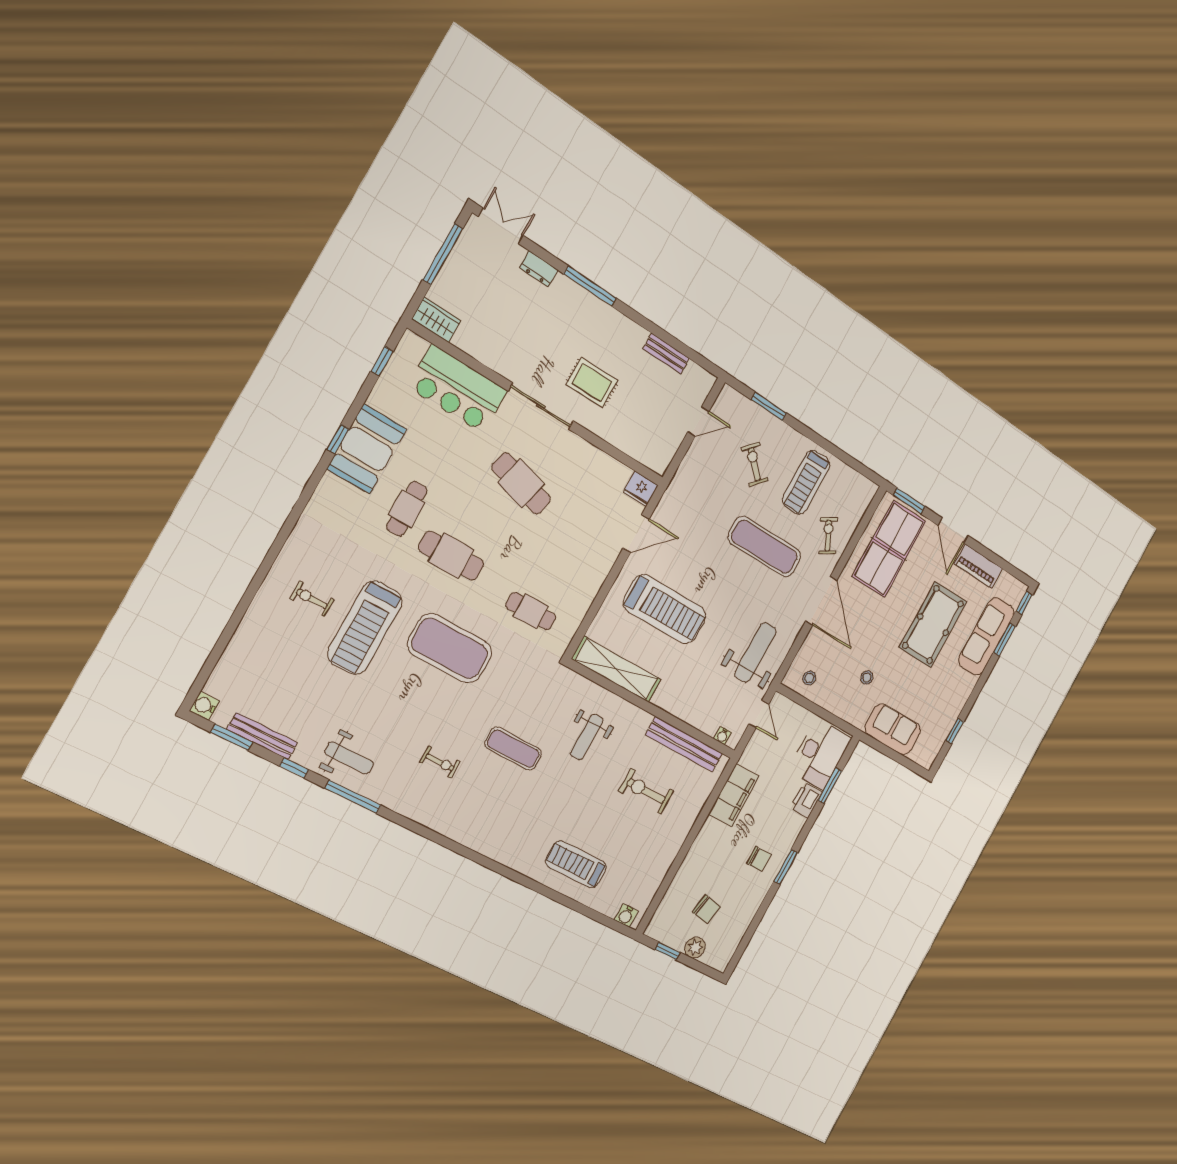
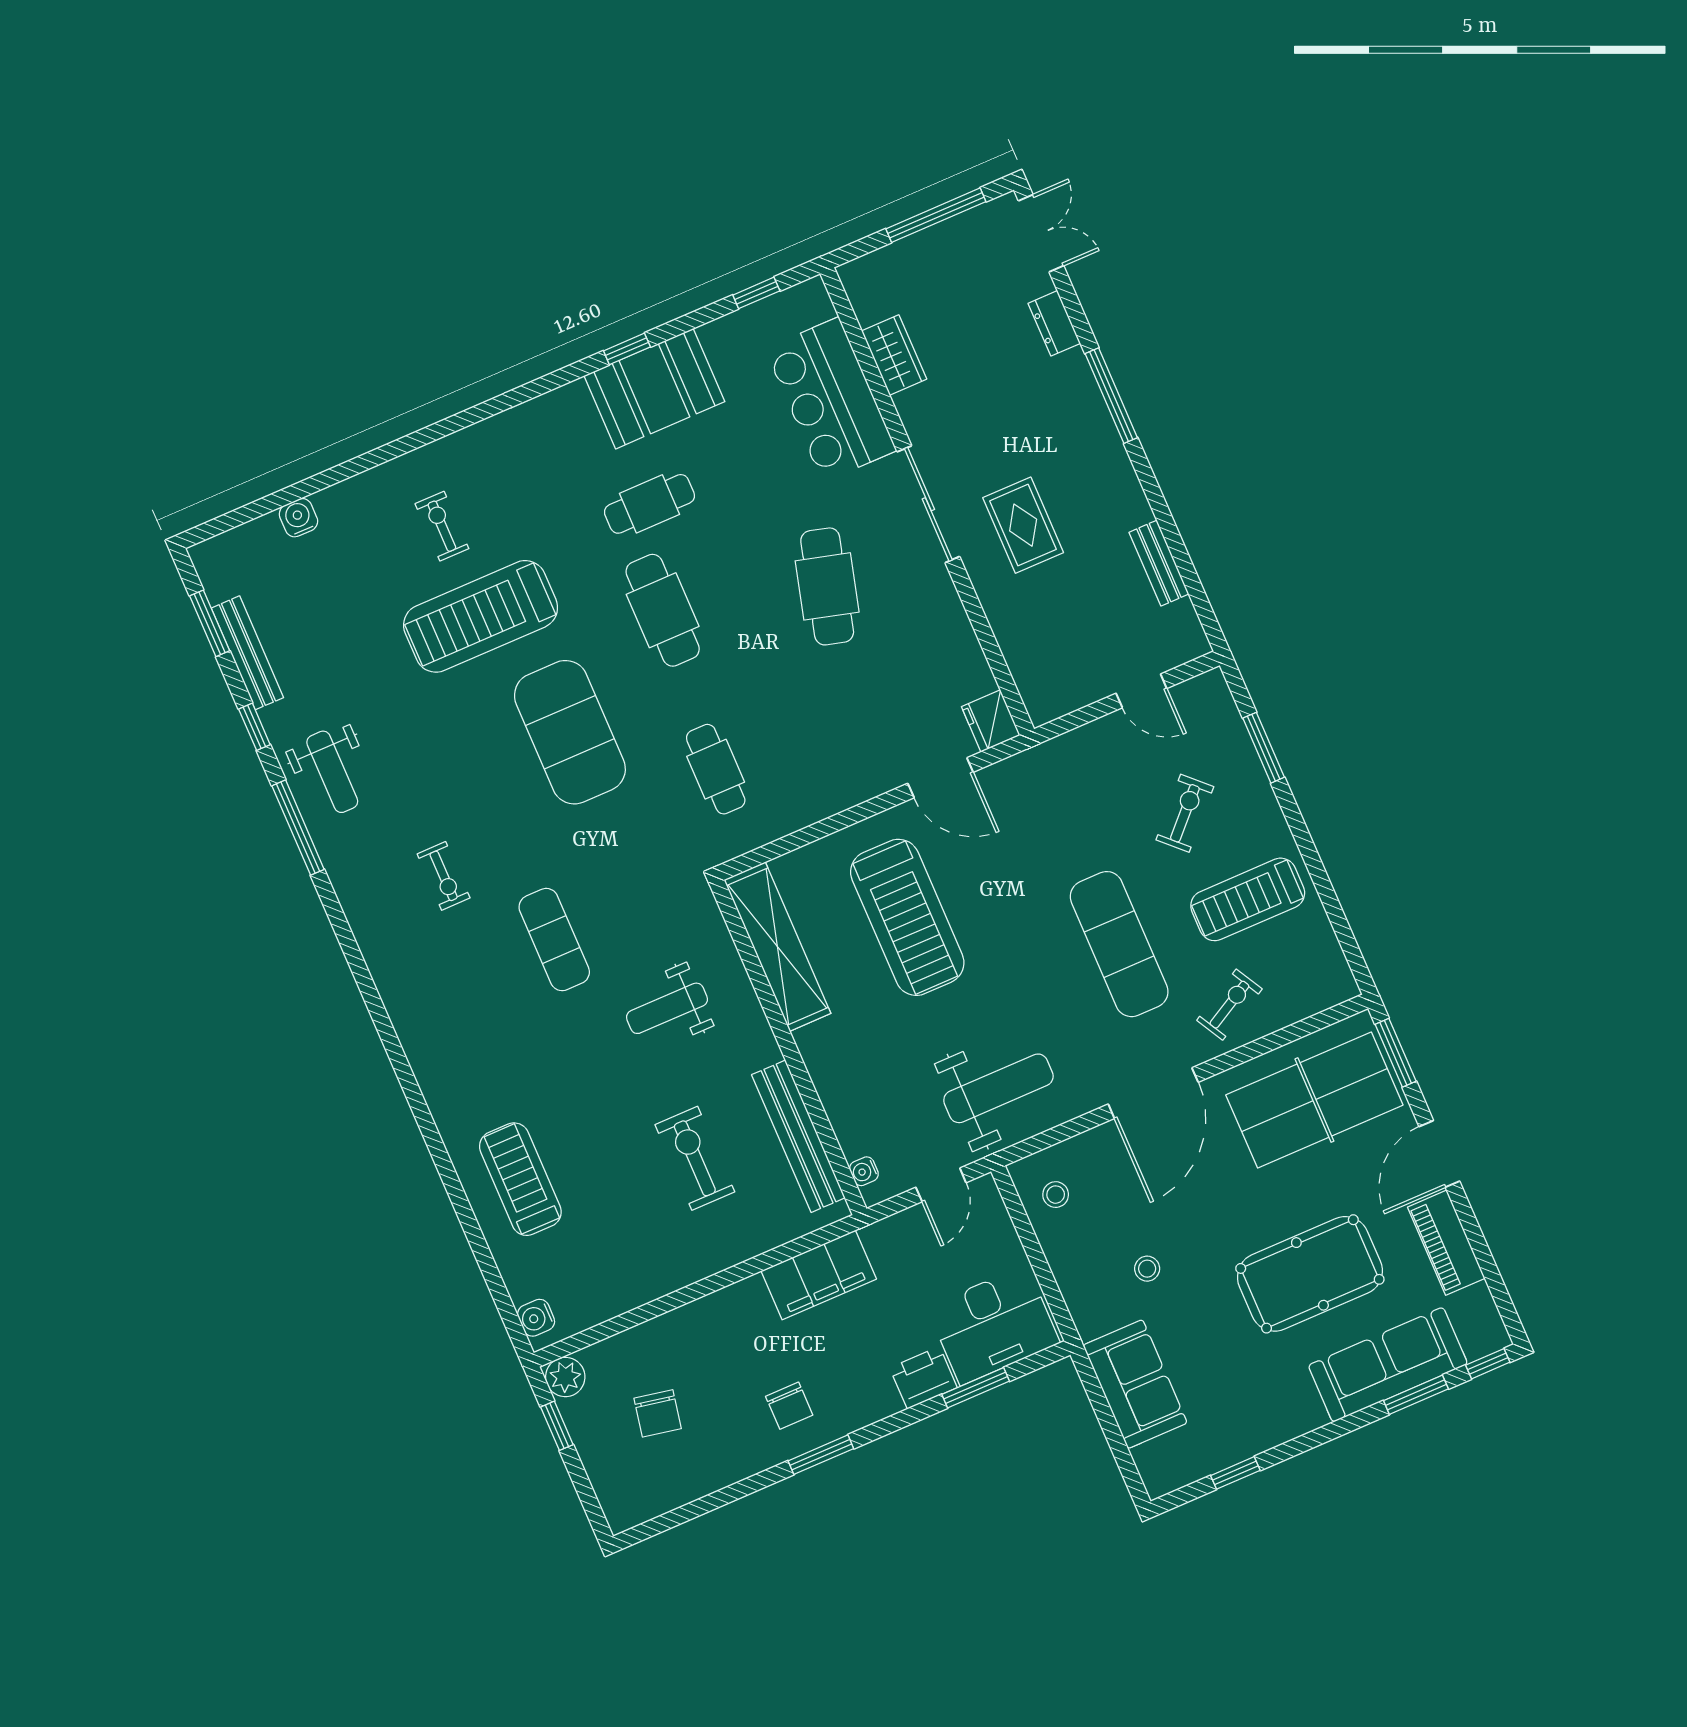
wardrobe: (436, 320) -> (894, 355), moved
water cooler: (205, 706) -> (298, 518), moved
plant: (695, 948) -> (565, 1377), moved

